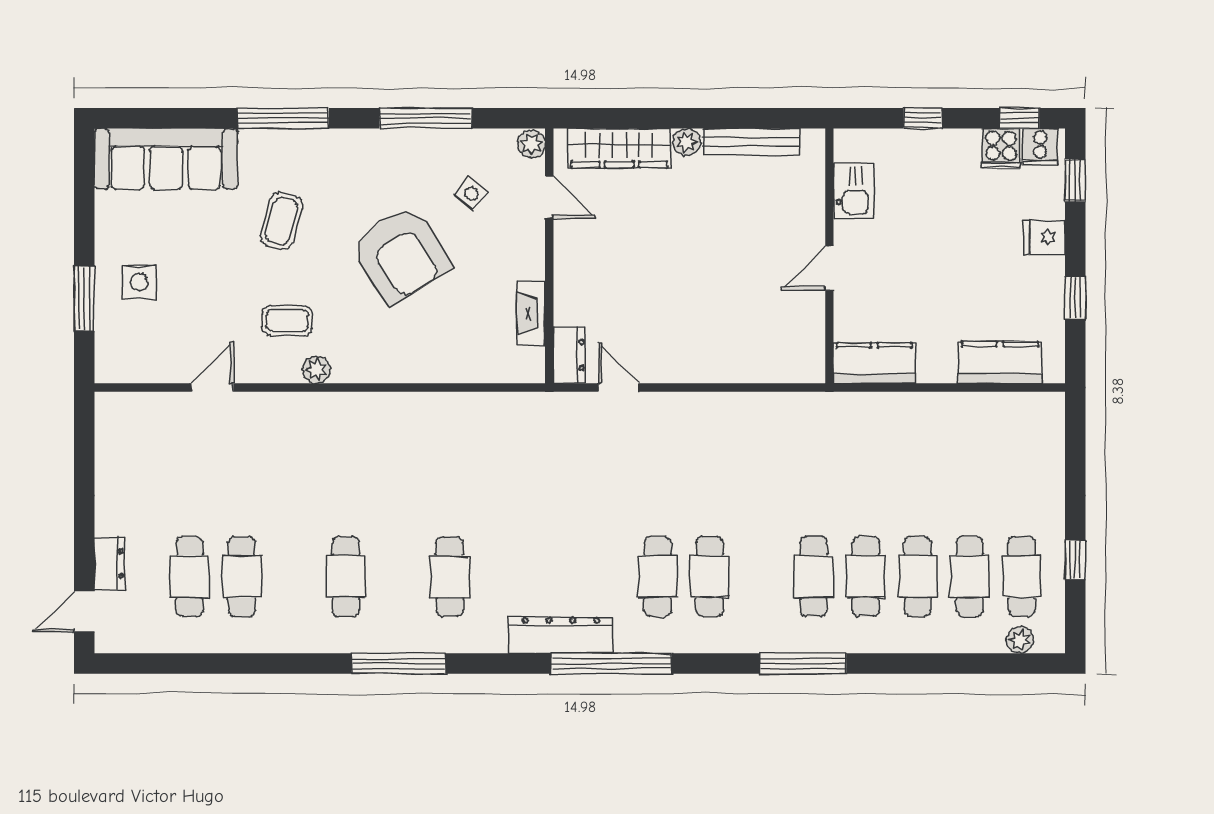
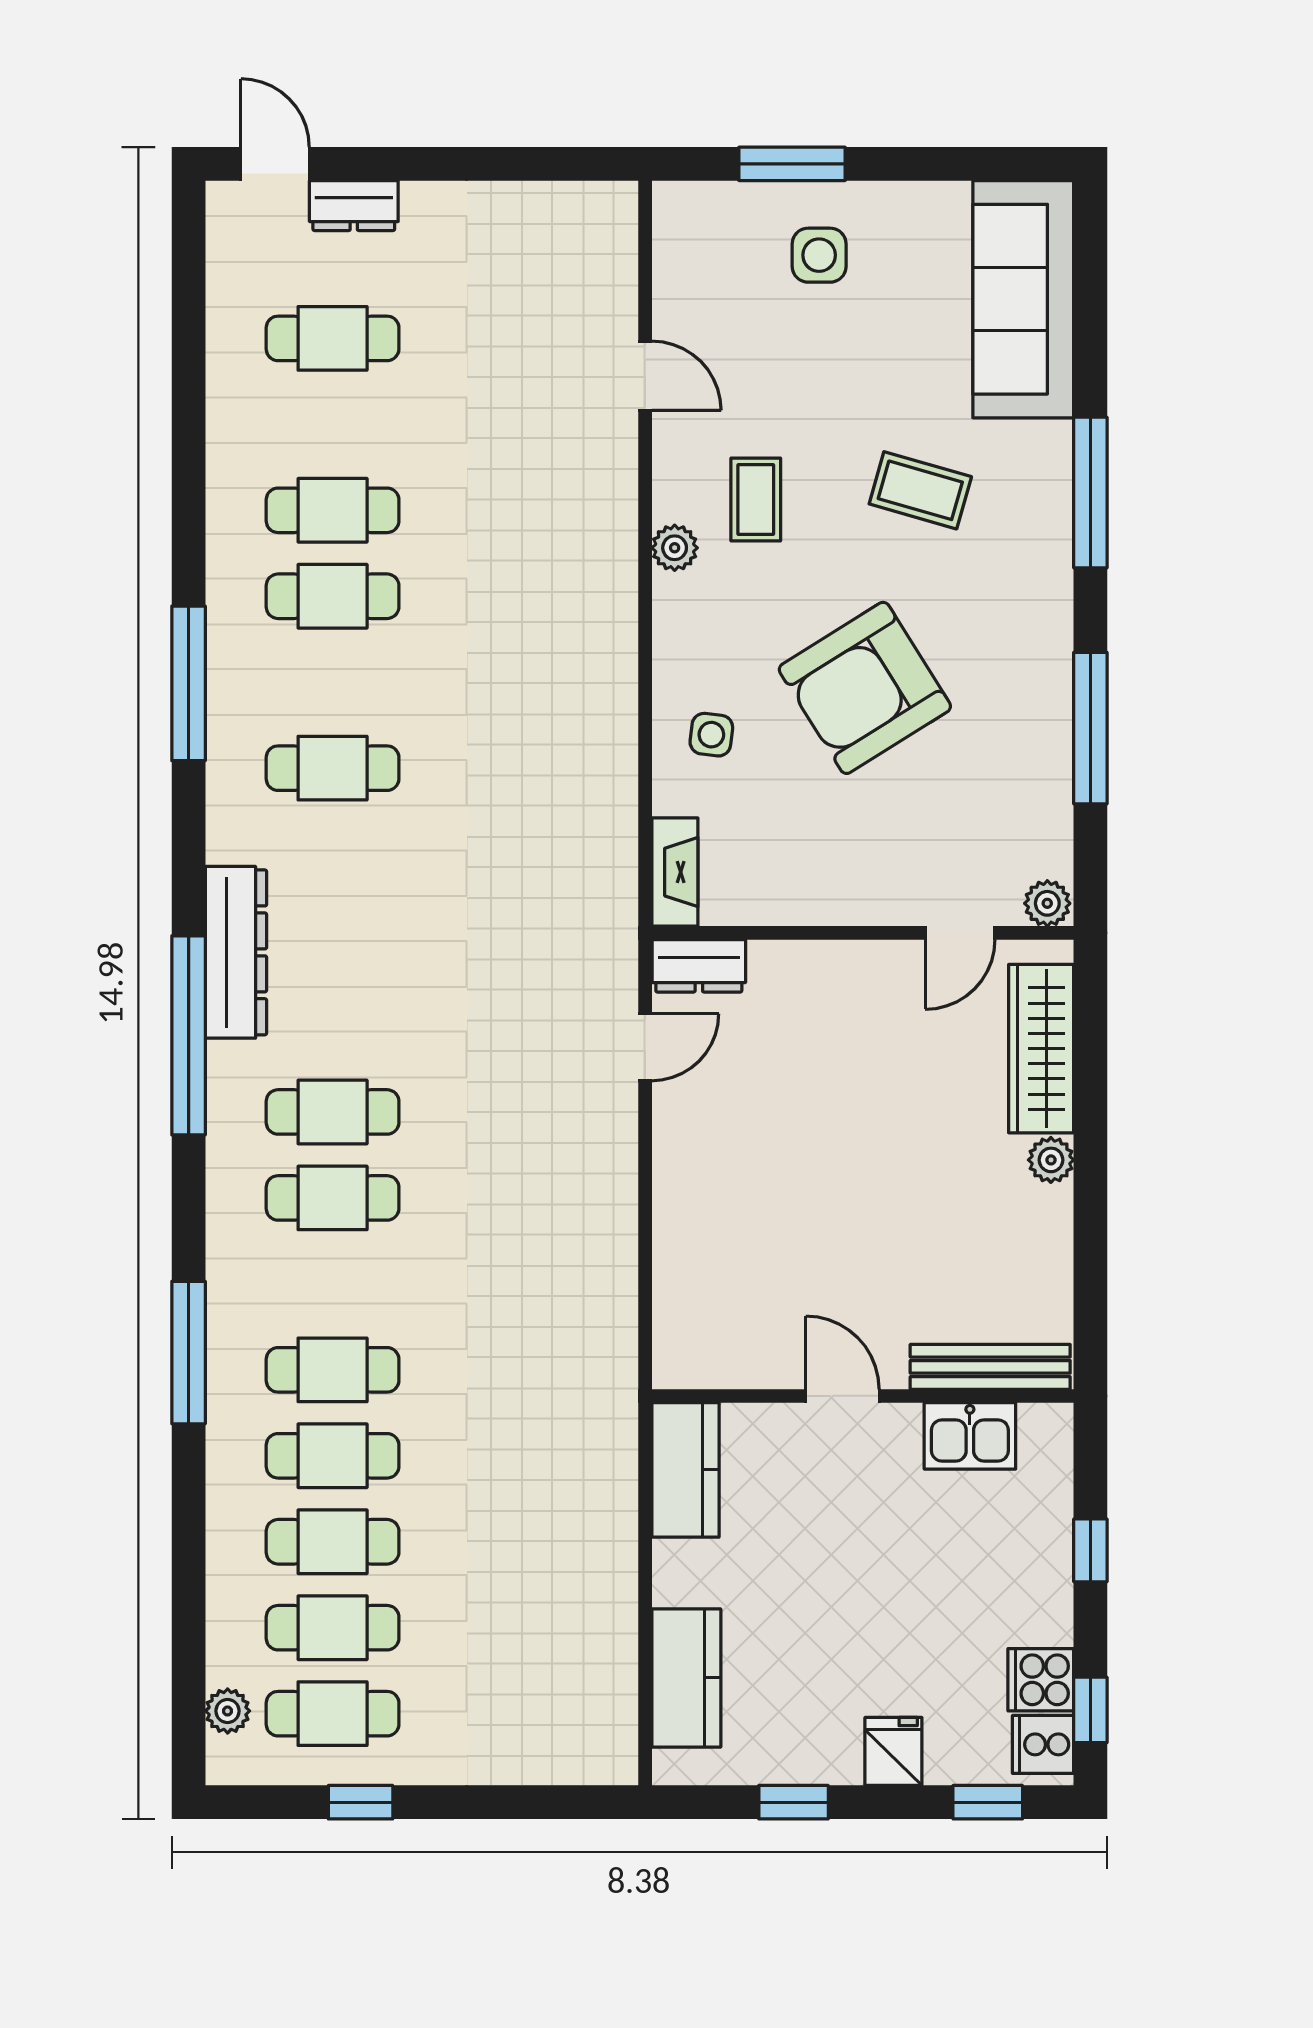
bench: (751, 142) -> (990, 1367), moved, turned 90
side table: (471, 193) -> (711, 735), moved, turned -32
fireplace: (531, 313) -> (675, 872), moved, turned 90
cafe table: (242, 577) -> (333, 510), moved

